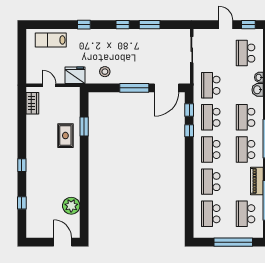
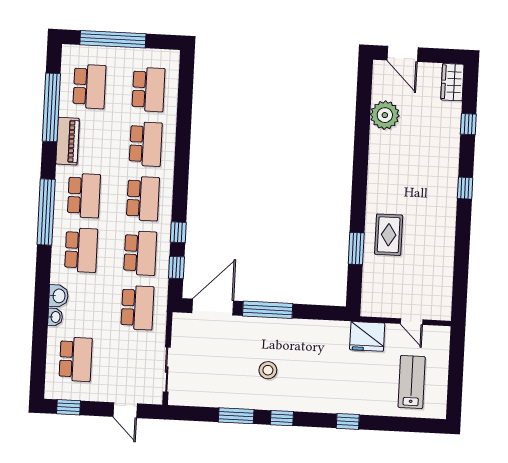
door: (226, 25) -> (125, 410), moved
lab bench: (51, 40) -> (412, 382), moved, turned -90
stool: (105, 72) -> (268, 370), moved
wardrobe: (32, 103) -> (452, 82), moved

